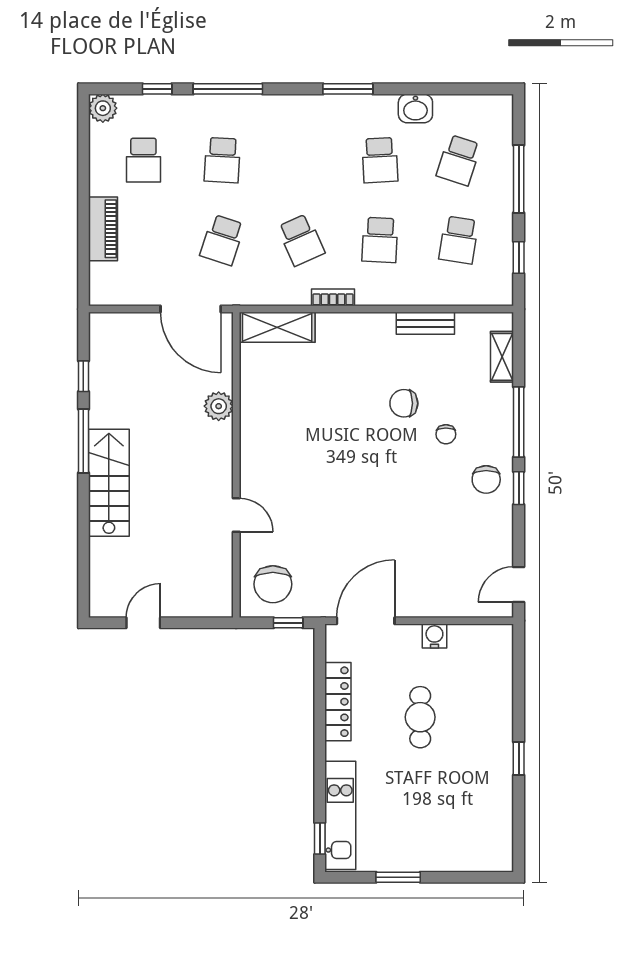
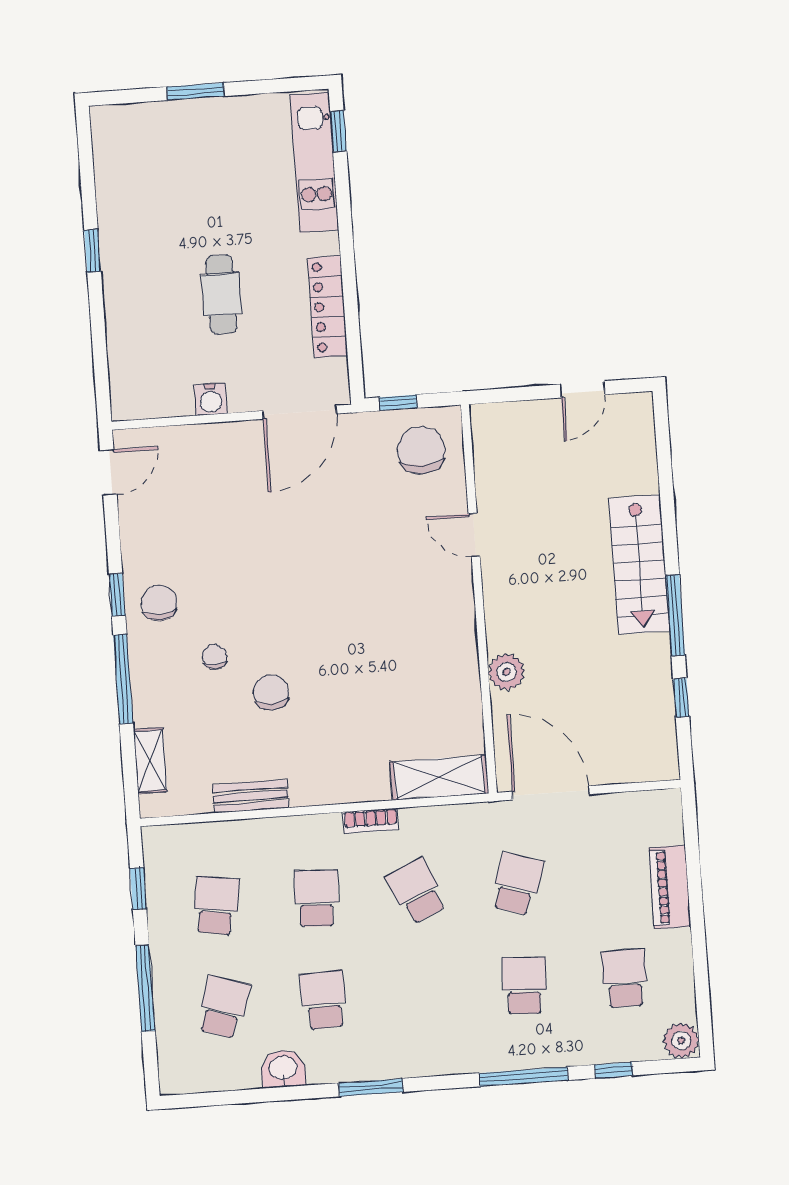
chair: (404, 403) -> (271, 692), turned -90
window: (398, 877) -> (195, 92), moved

